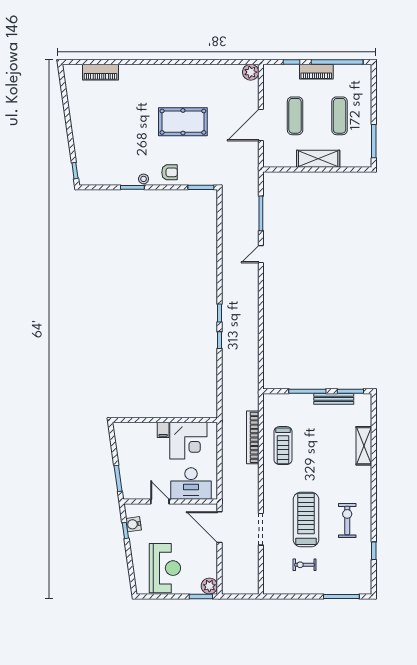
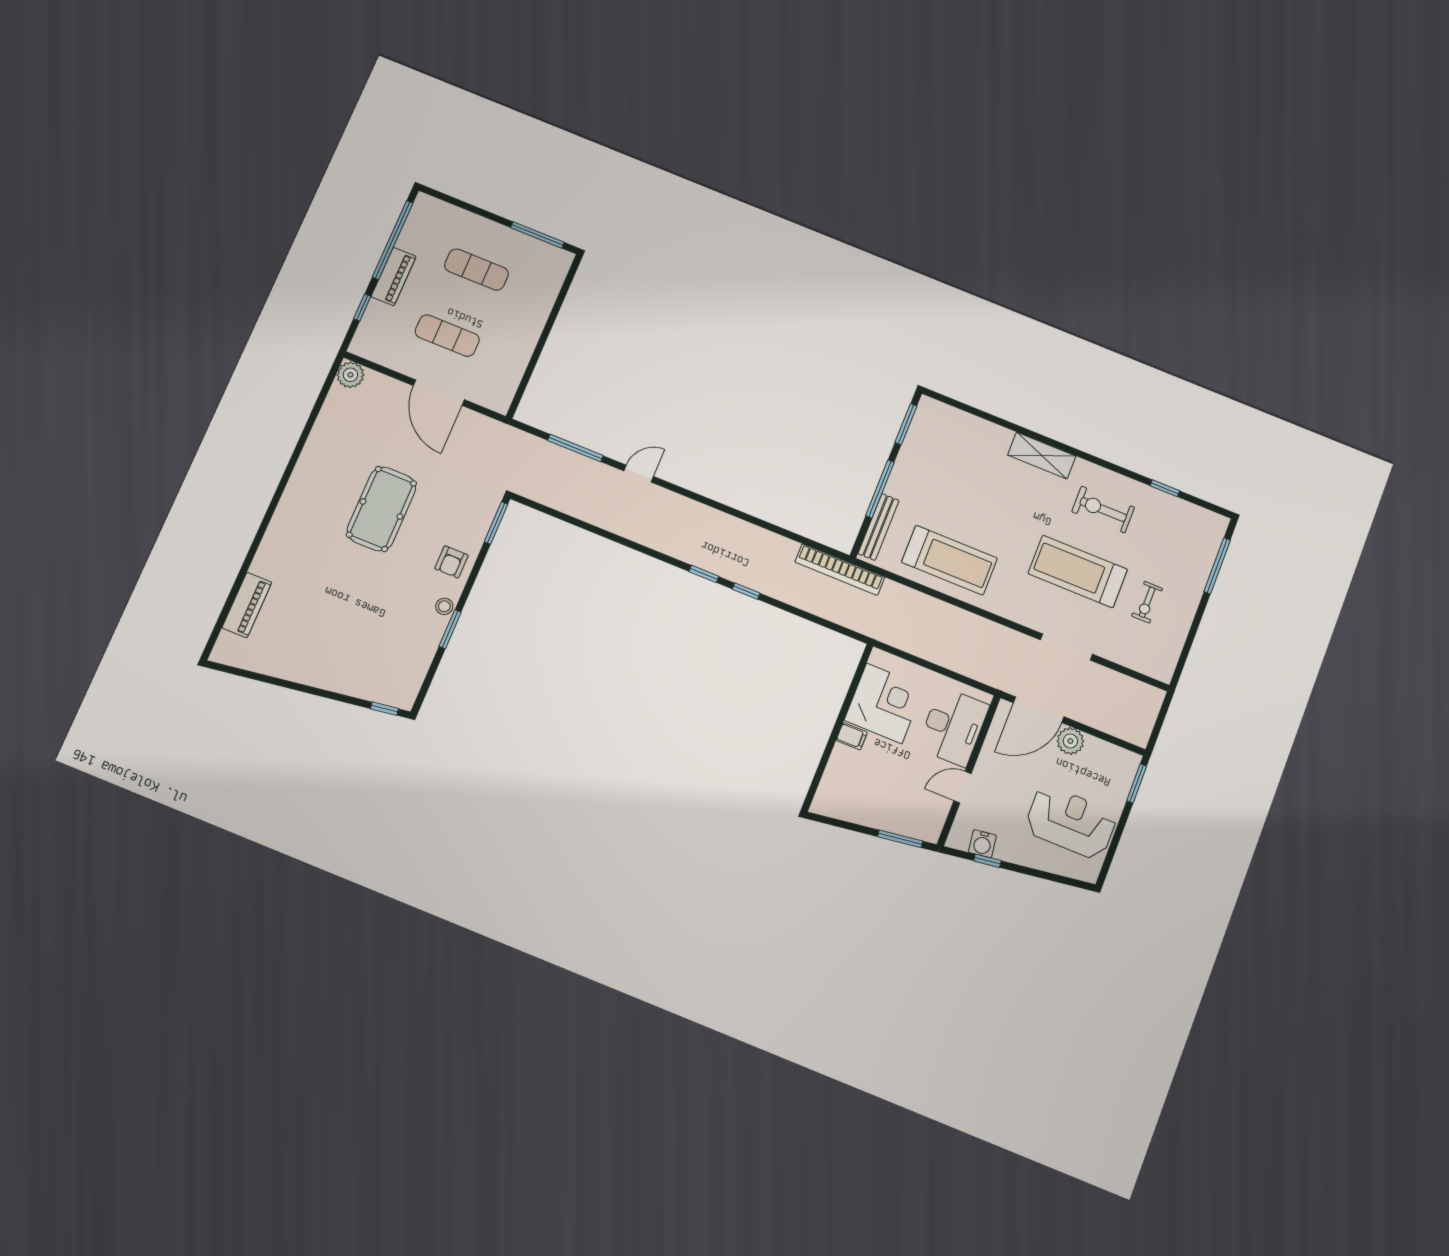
shelving: (318, 159) -> (529, 328), removed
armchair: (169, 172) -> (451, 562), turned 180
door: (261, 254) -> (639, 474), swing flipped
bench: (334, 399) -> (878, 527), moved
bookcase: (253, 437) -> (840, 570), moved
treadmill: (283, 446) -> (949, 560), width x1.37, depth x1.38
shelving: (364, 446) -> (1042, 456), moved
plant: (209, 586) -> (1070, 741), moved

